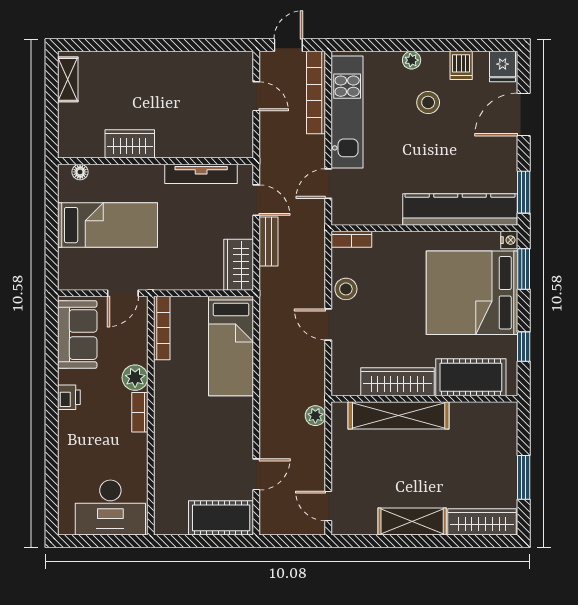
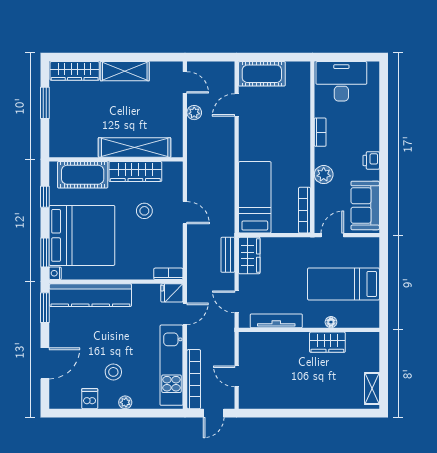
fridge: (503, 66) -> (172, 293), moved, turned -90
floor lamp: (80, 172) -> (331, 322), moved
bench: (269, 242) -> (228, 255), moved
stool: (346, 289) -> (144, 211), moved
bookcase: (140, 412) -> (320, 132), moved
plant: (315, 416) -> (194, 113), moved

